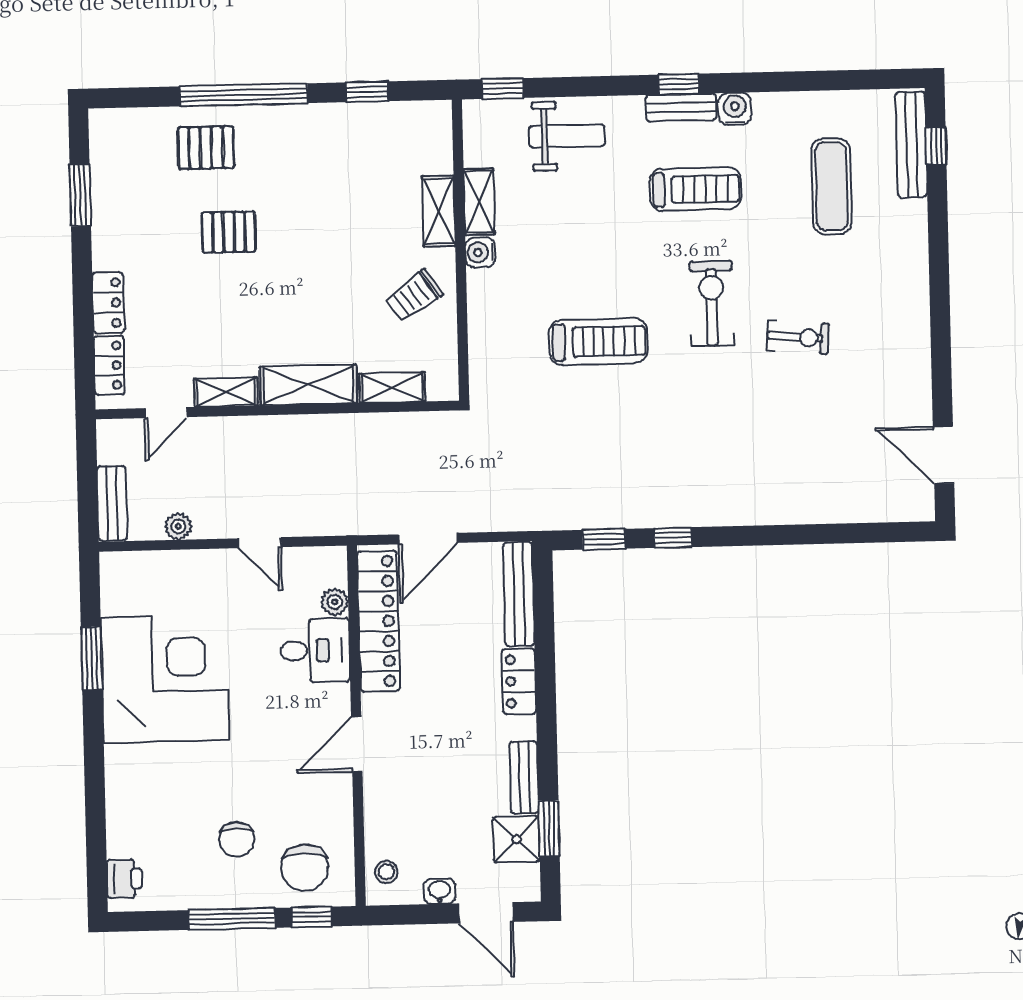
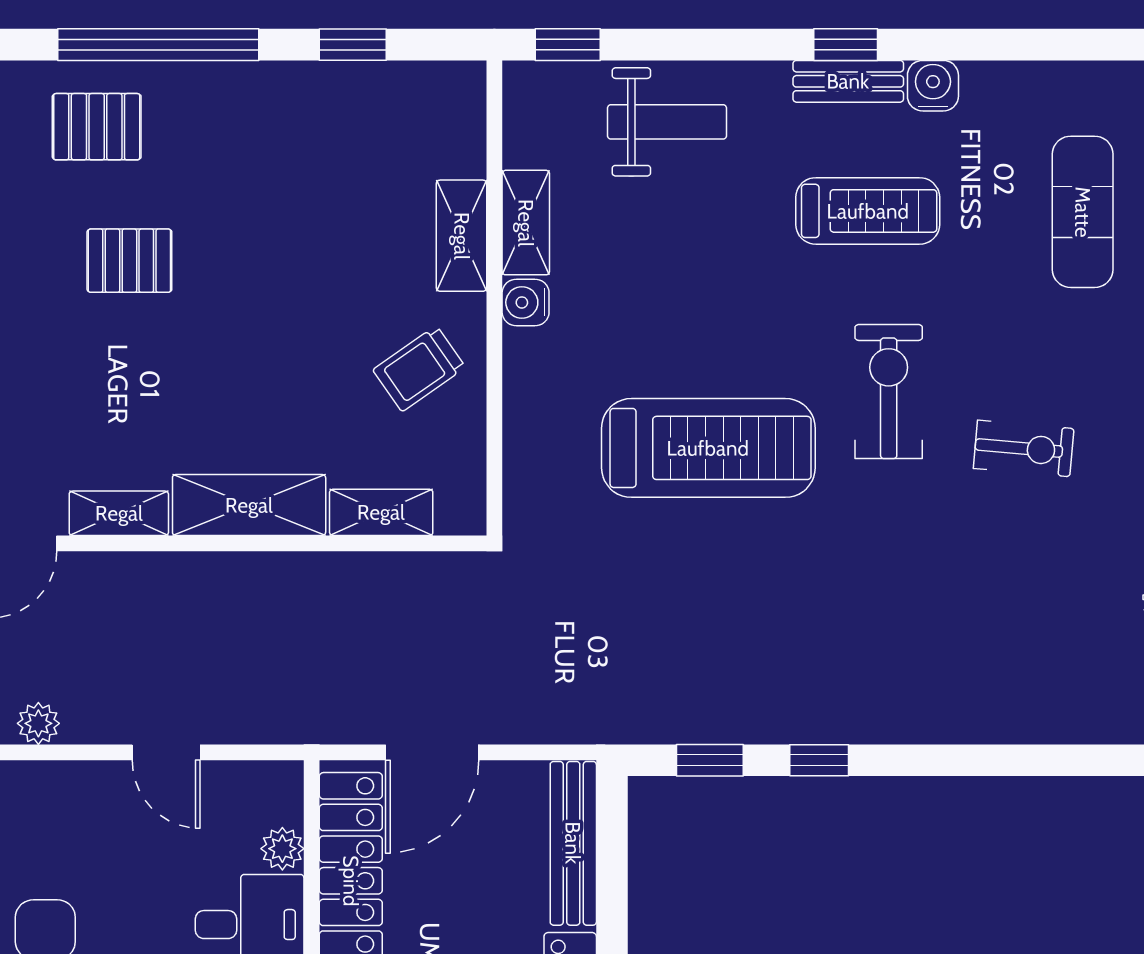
treadmill: (598, 342) -> (708, 448), width x1.37, depth x1.37

